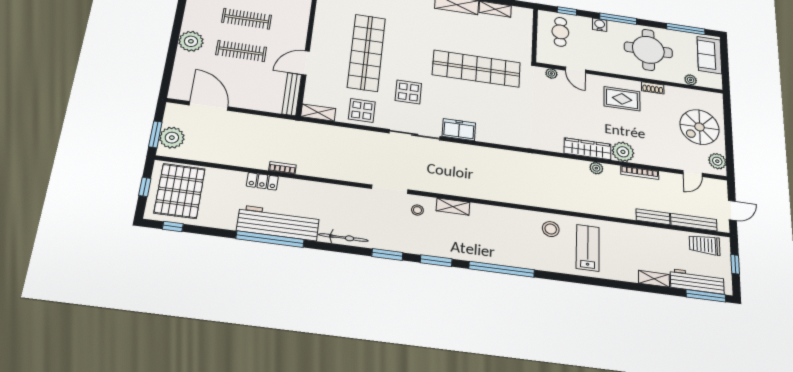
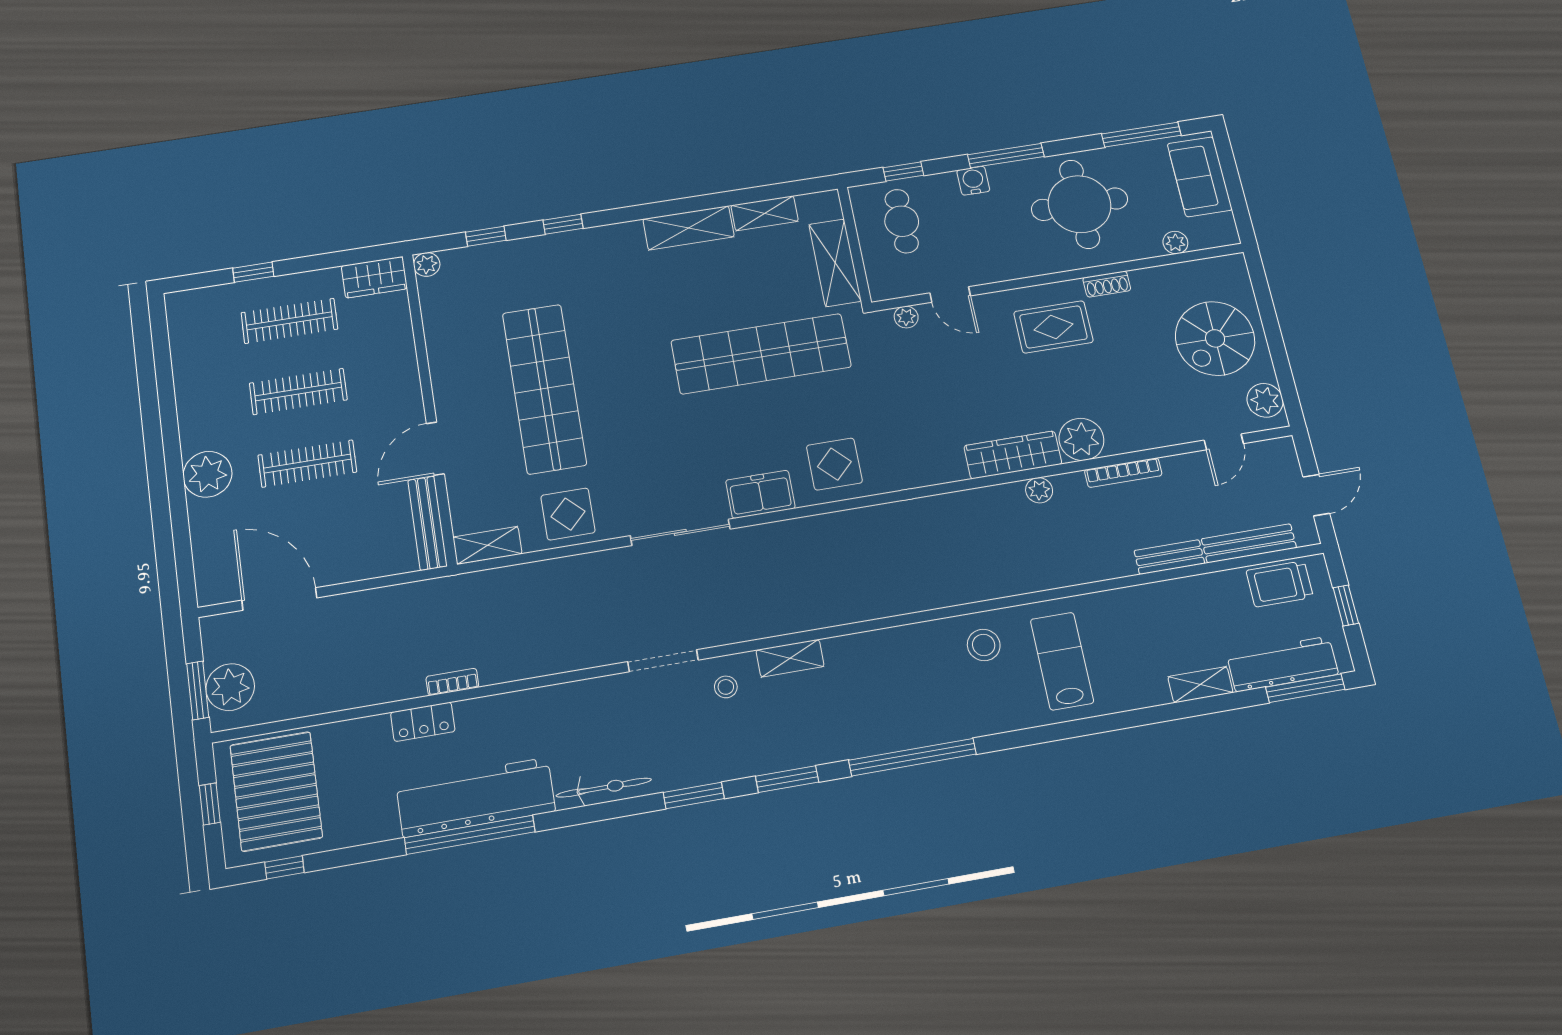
shelving: (523, 40) -> (835, 263), added
display table: (408, 92) -> (834, 464), moved

